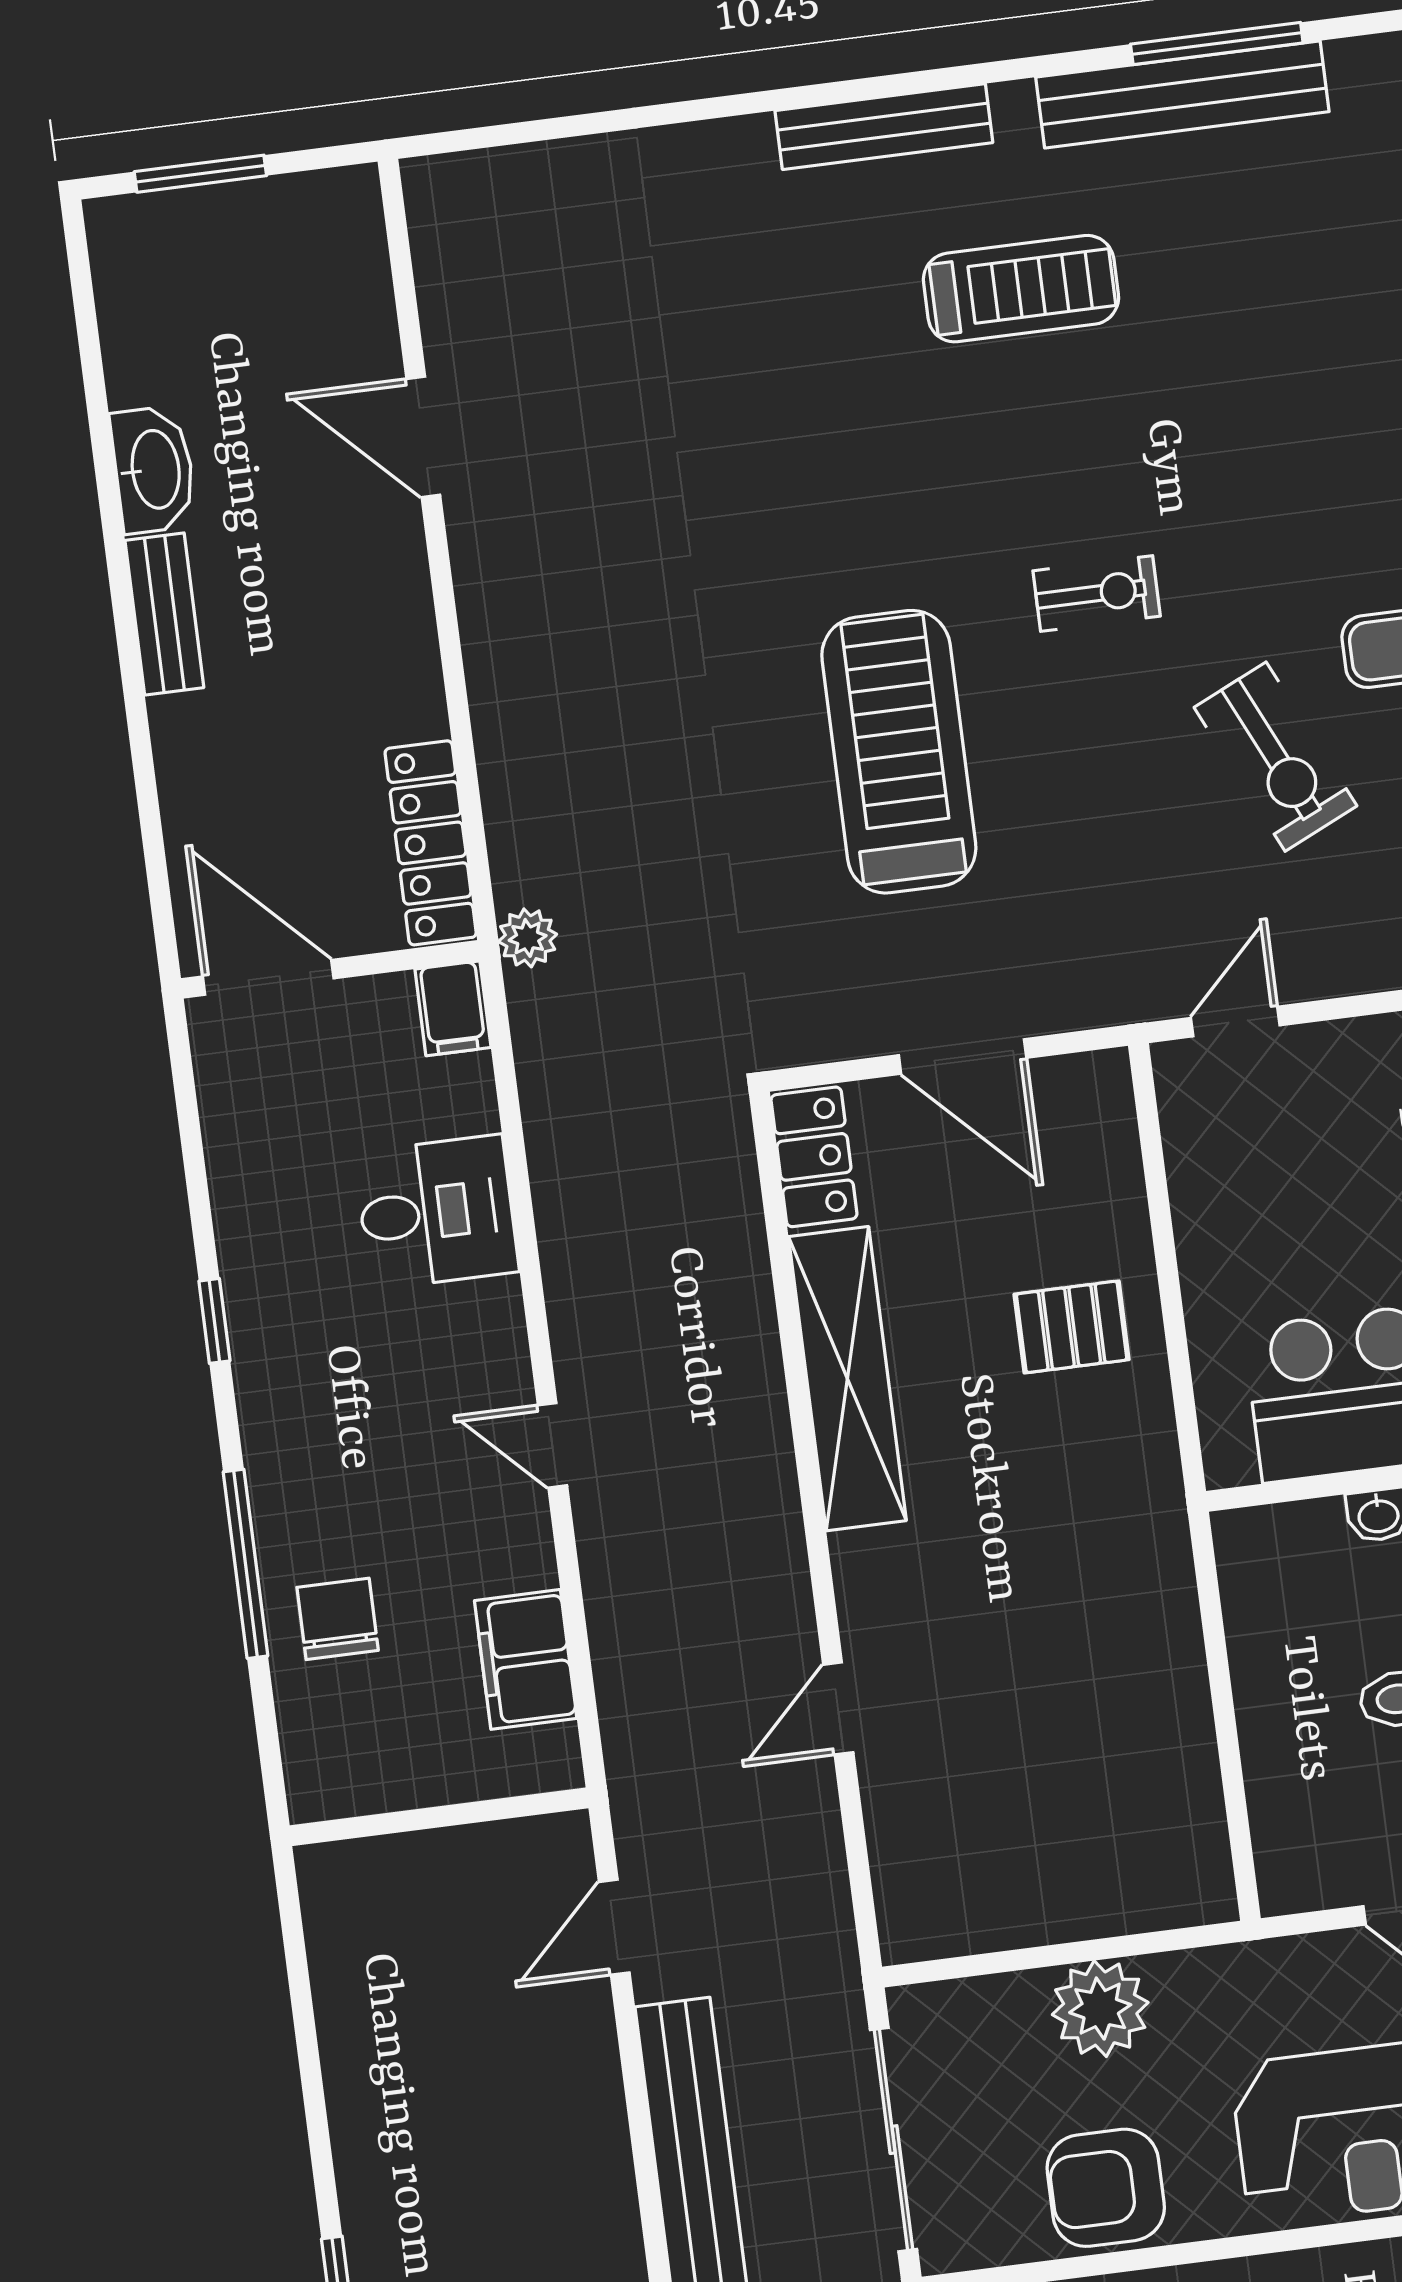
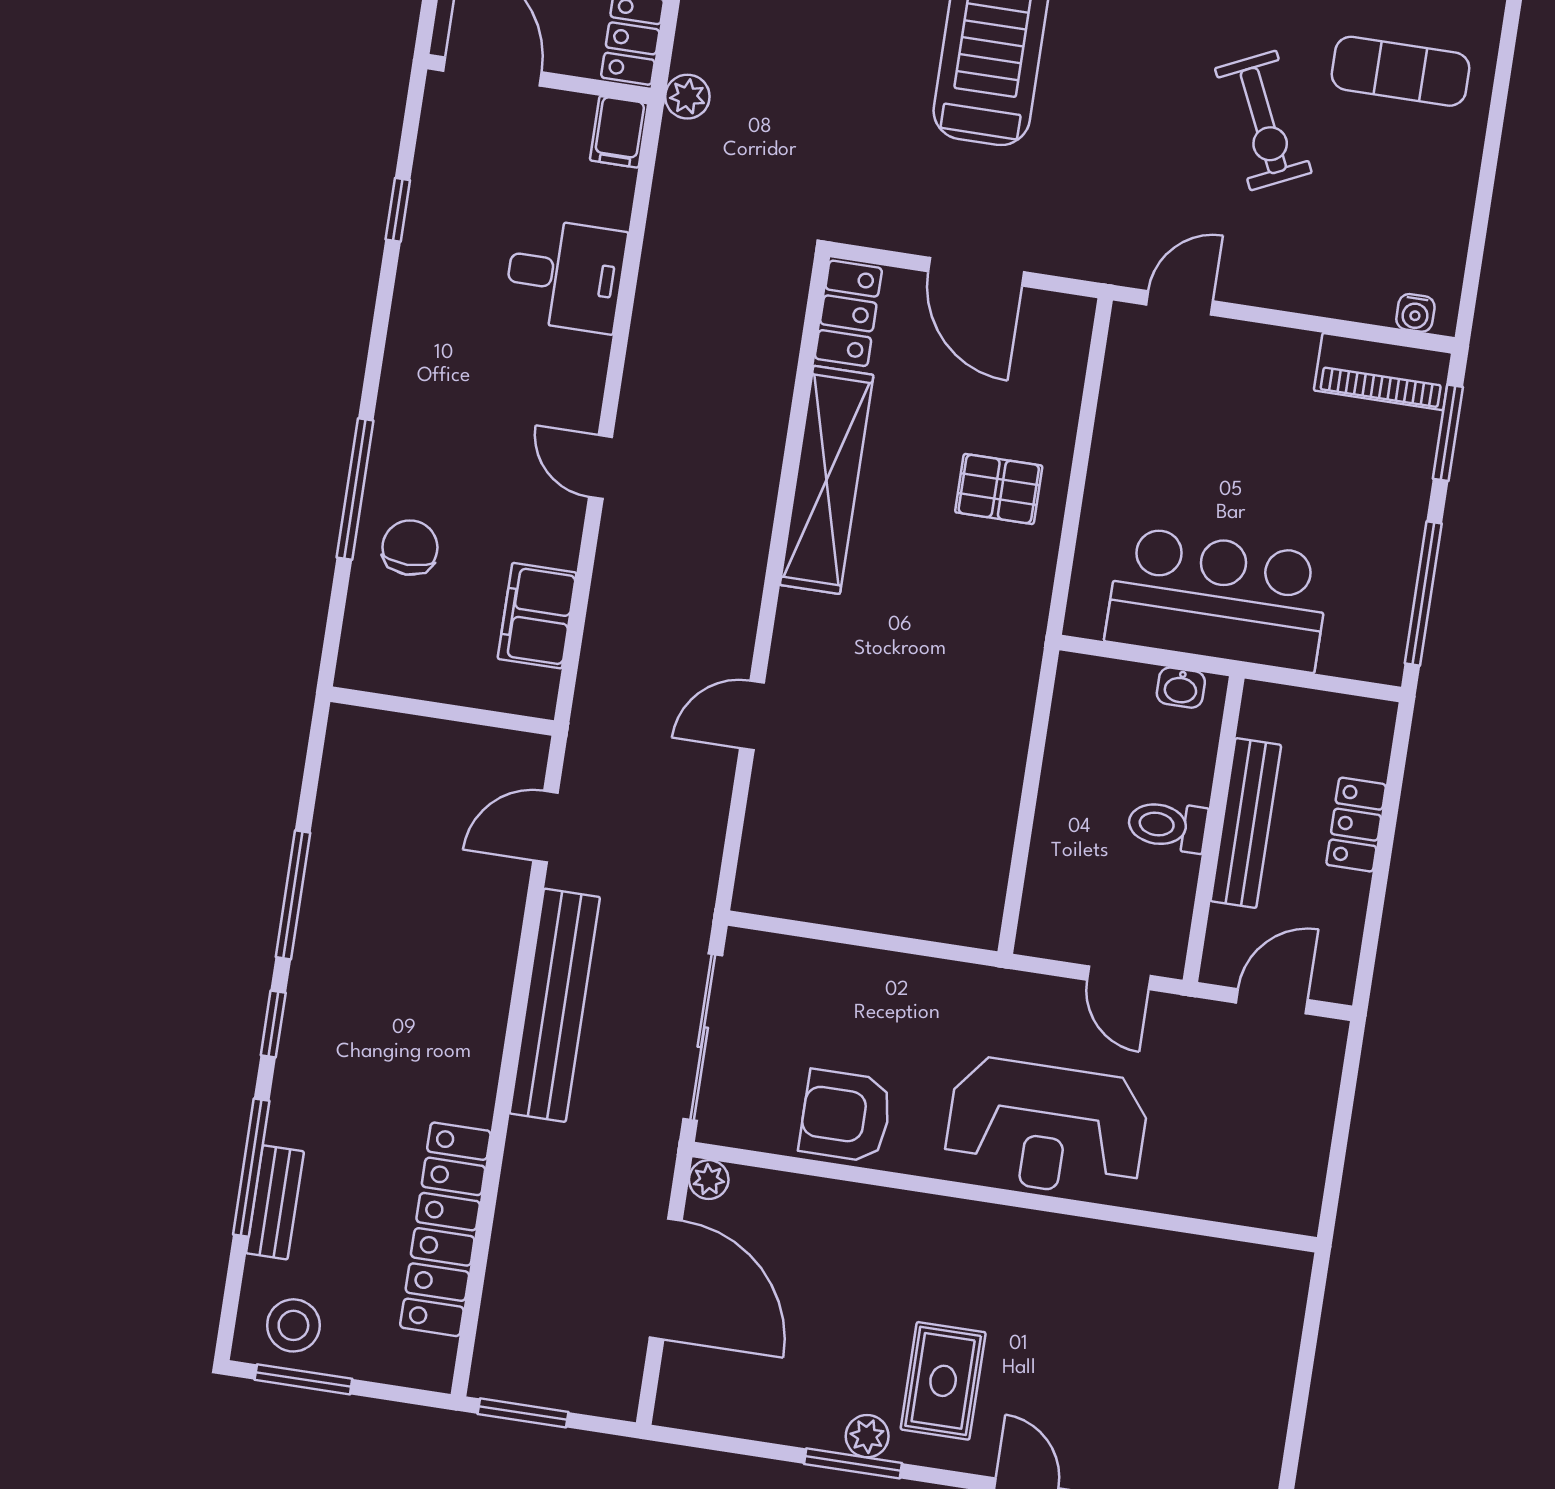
window: (214, 1321) -> (398, 210), moved
plant: (1100, 2009) -> (879, 986), removed
window: (315, 2108) -> (293, 895), added

